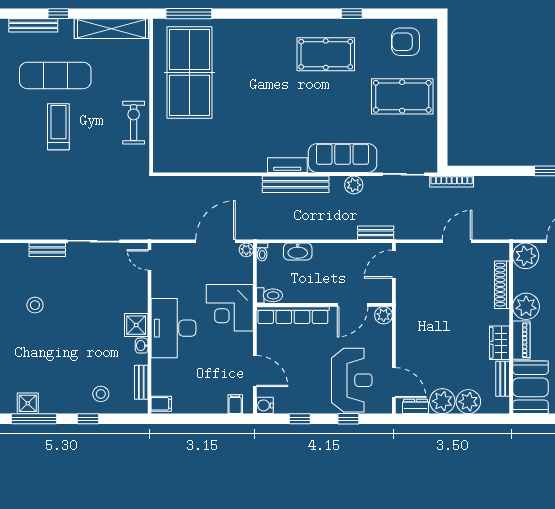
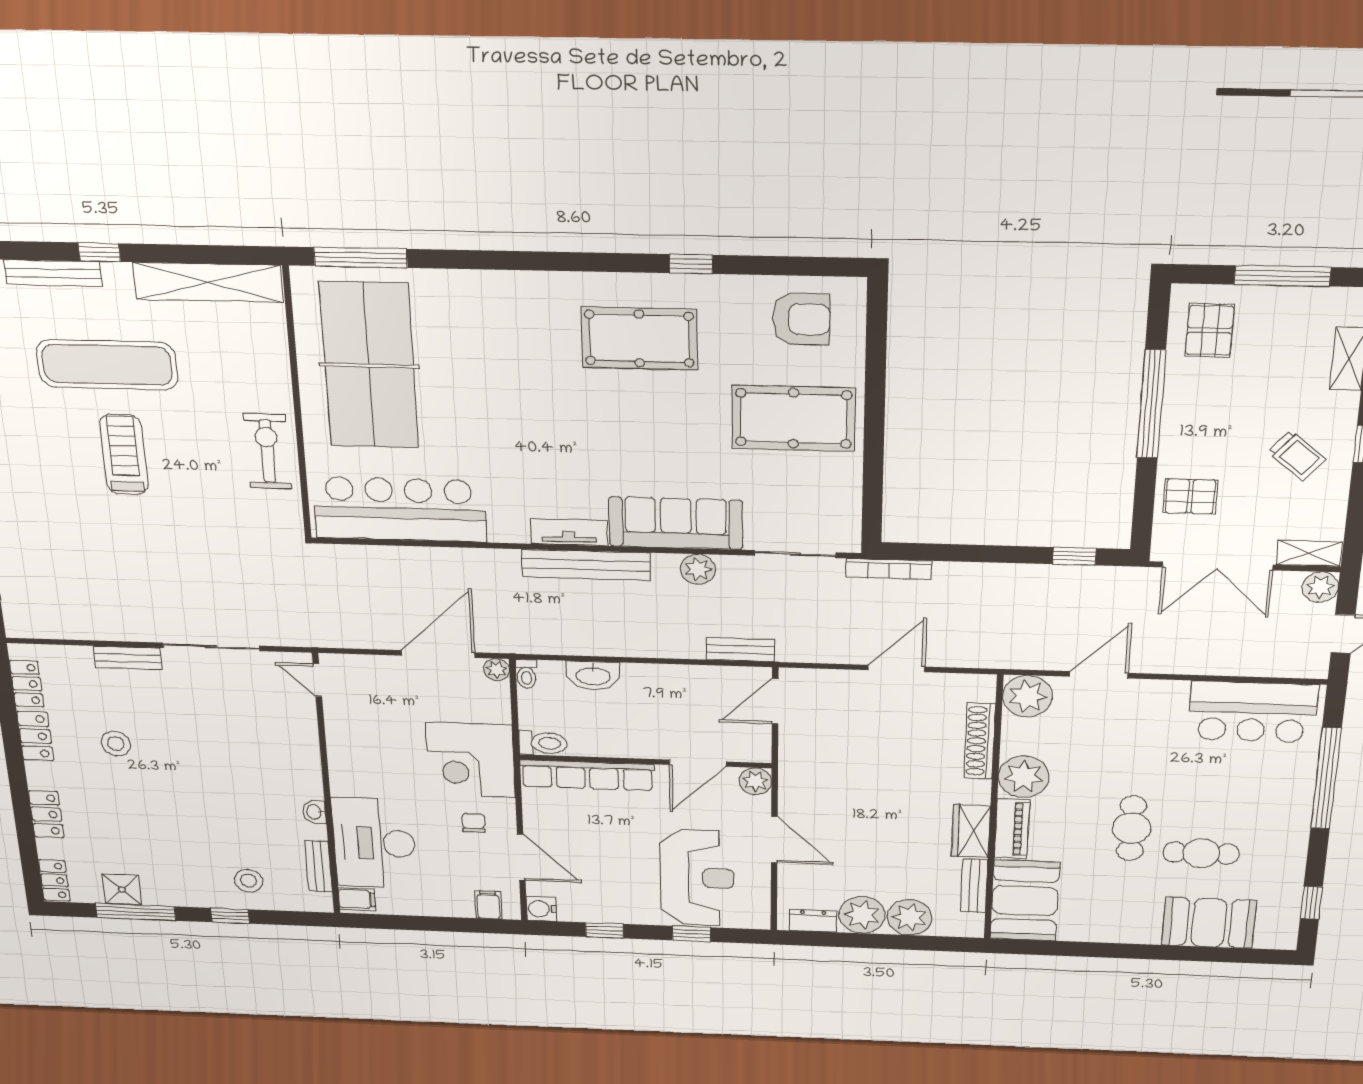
armchair: (405, 42) -> (801, 319), turned 180
bar counter: (200, 154) -> (400, 509), added
shower: (136, 325) -> (302, 780), removed
desk: (173, 328) -> (374, 843), moved
chair: (229, 349) -> (473, 823), added
door: (394, 383) -> (774, 840), moved

